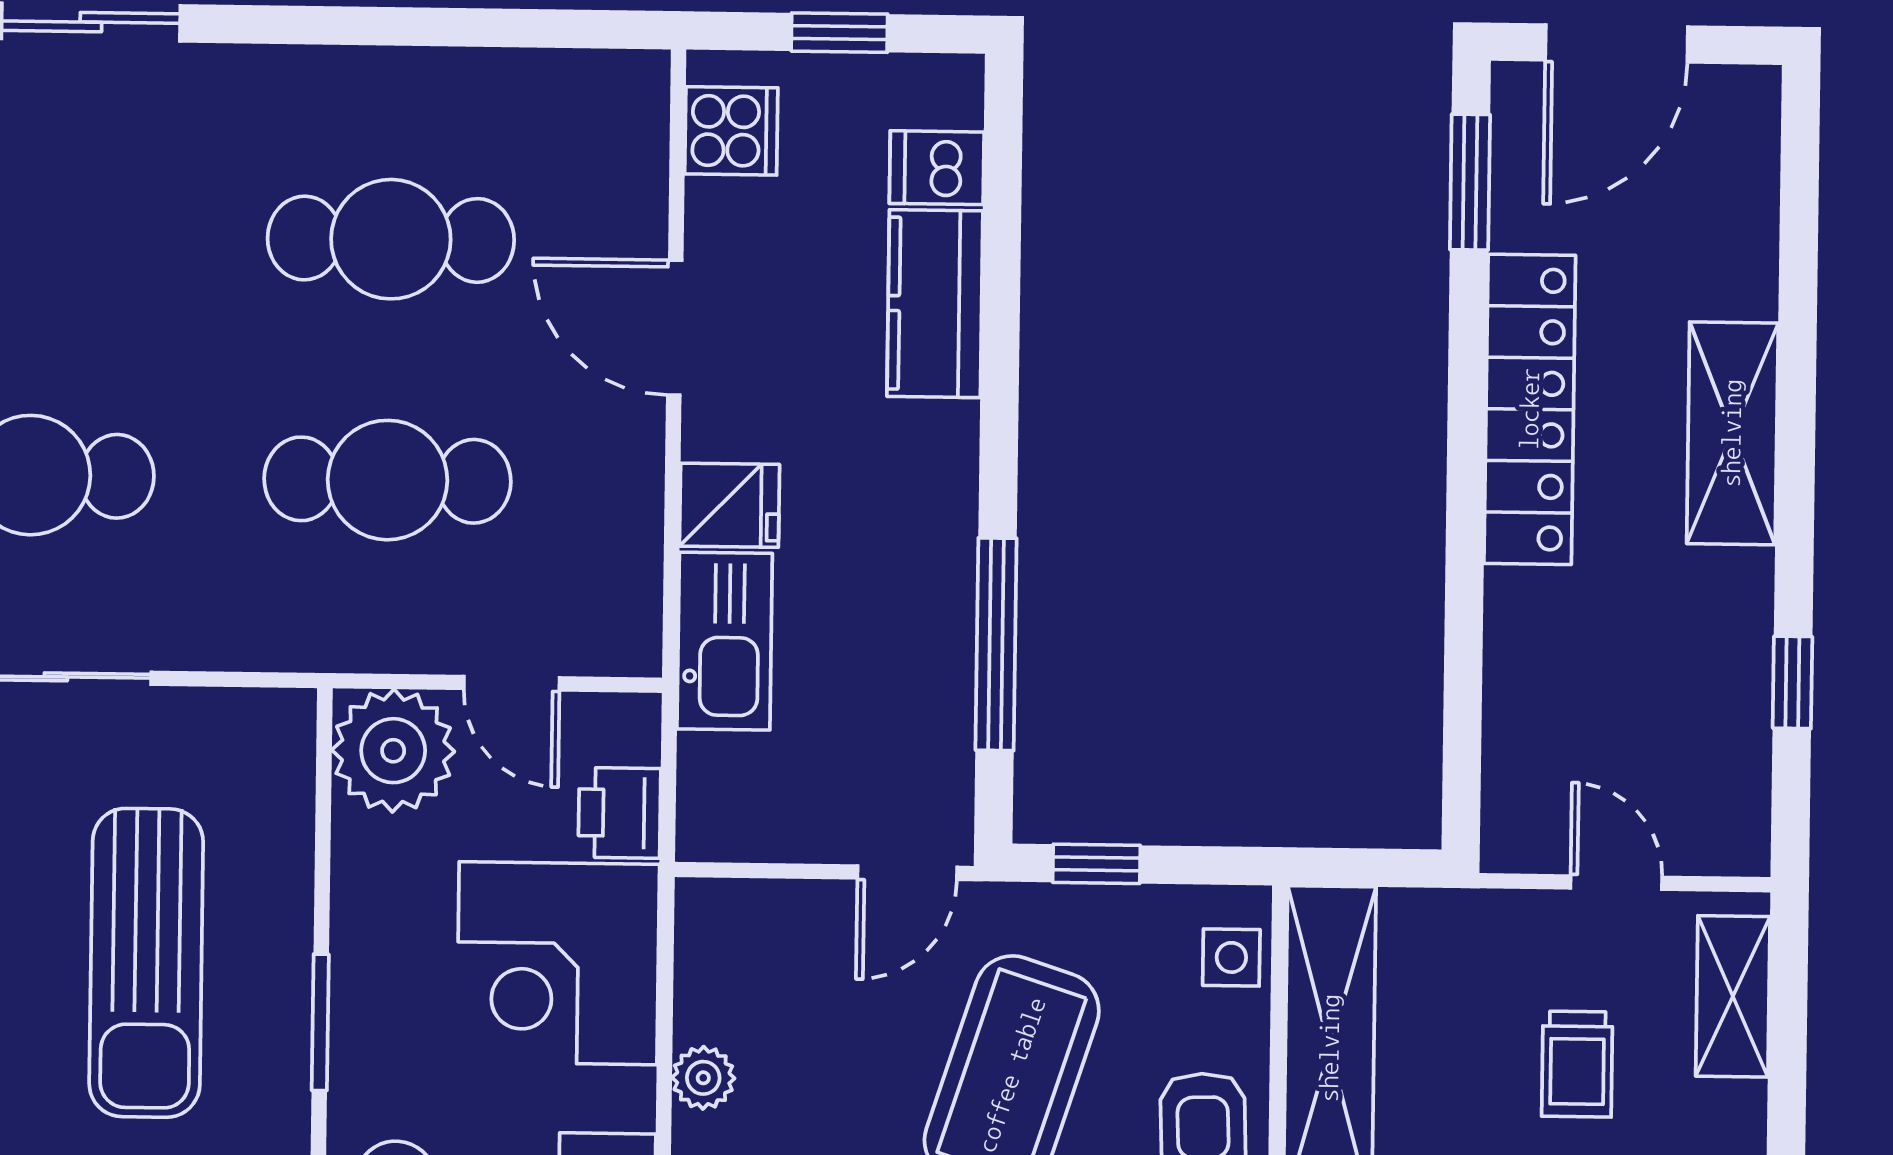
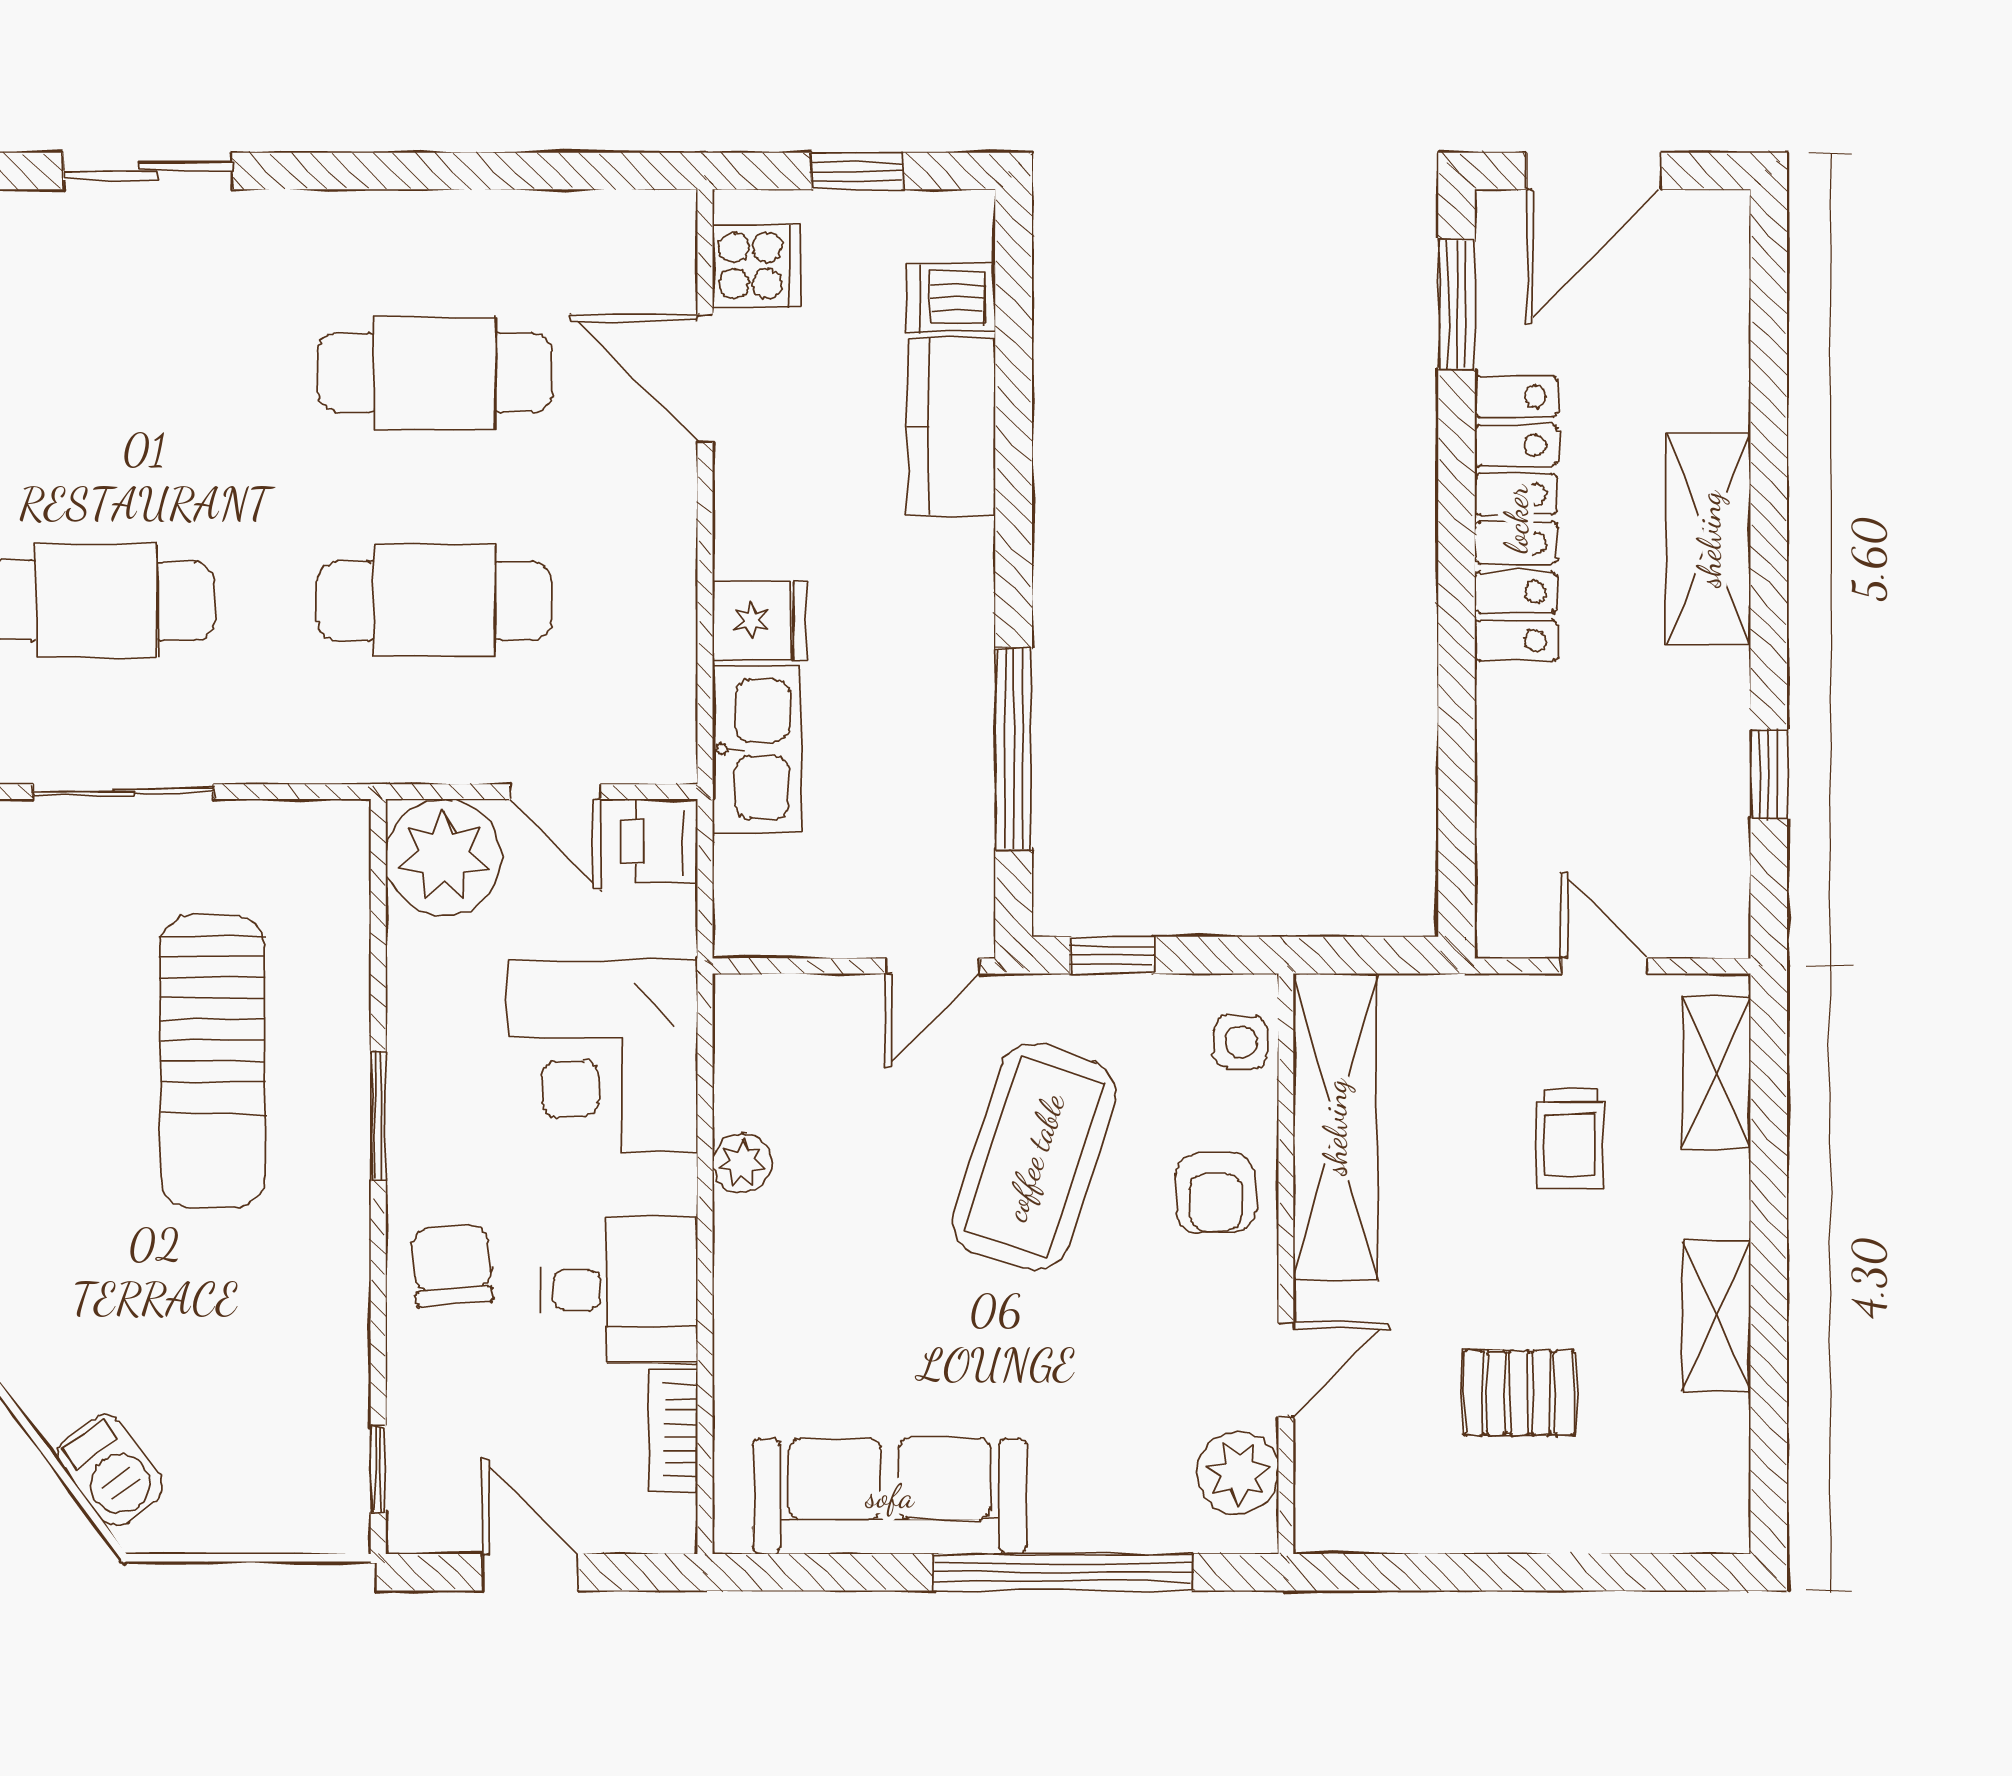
door: (675, 328) -> (705, 378), moved
printer: (620, 813) -> (659, 841), moved

